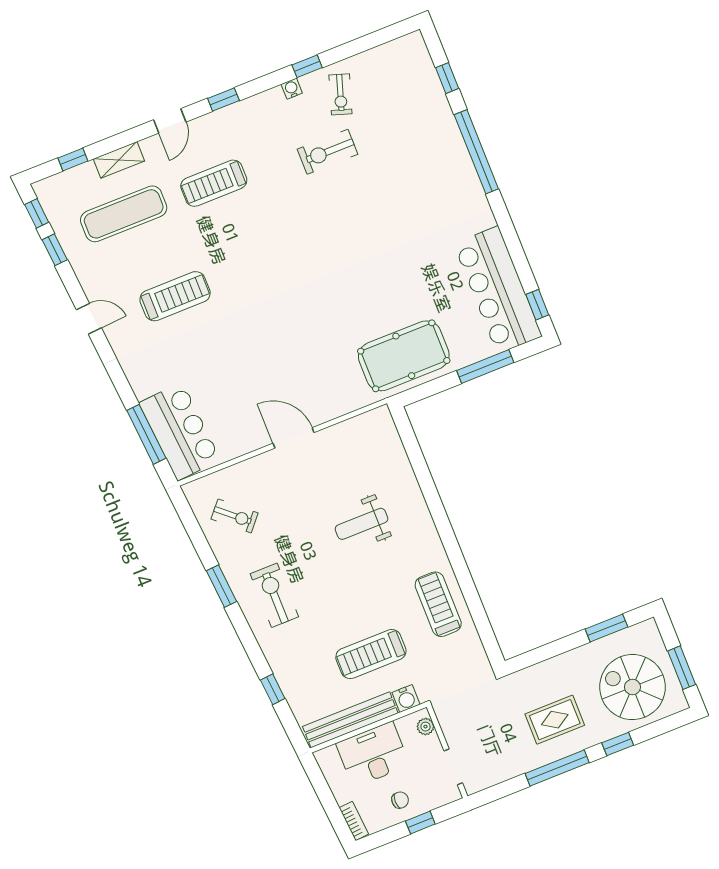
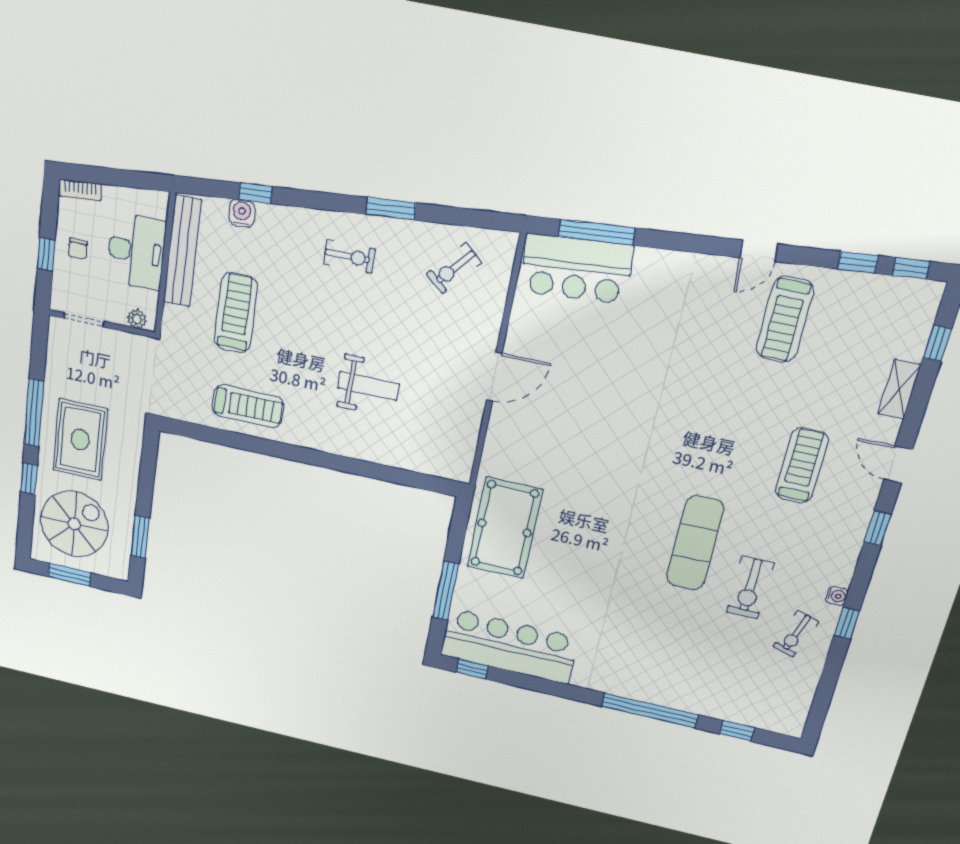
exercise bike: (340, 94) -> (796, 634), turned -91
exercise bike: (327, 152) -> (750, 588), turned 180
exercise mat: (124, 214) -> (695, 543), moved
treadmill: (175, 296) -> (785, 319), moved
weight bench: (362, 524) -> (368, 386), turned 90
exercise bike: (274, 595) -> (349, 256), width x0.73, depth x0.72
water cooler: (406, 698) -> (242, 213), moved, turned 85
rug: (555, 720) -> (80, 440), width x1.36, depth x1.43

